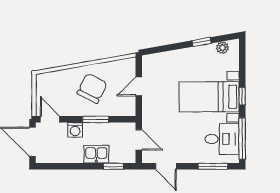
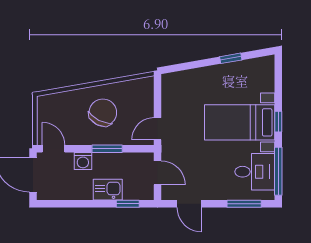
plant: (222, 48) -> (255, 65), removed
door: (139, 86) -> (157, 129), moved

